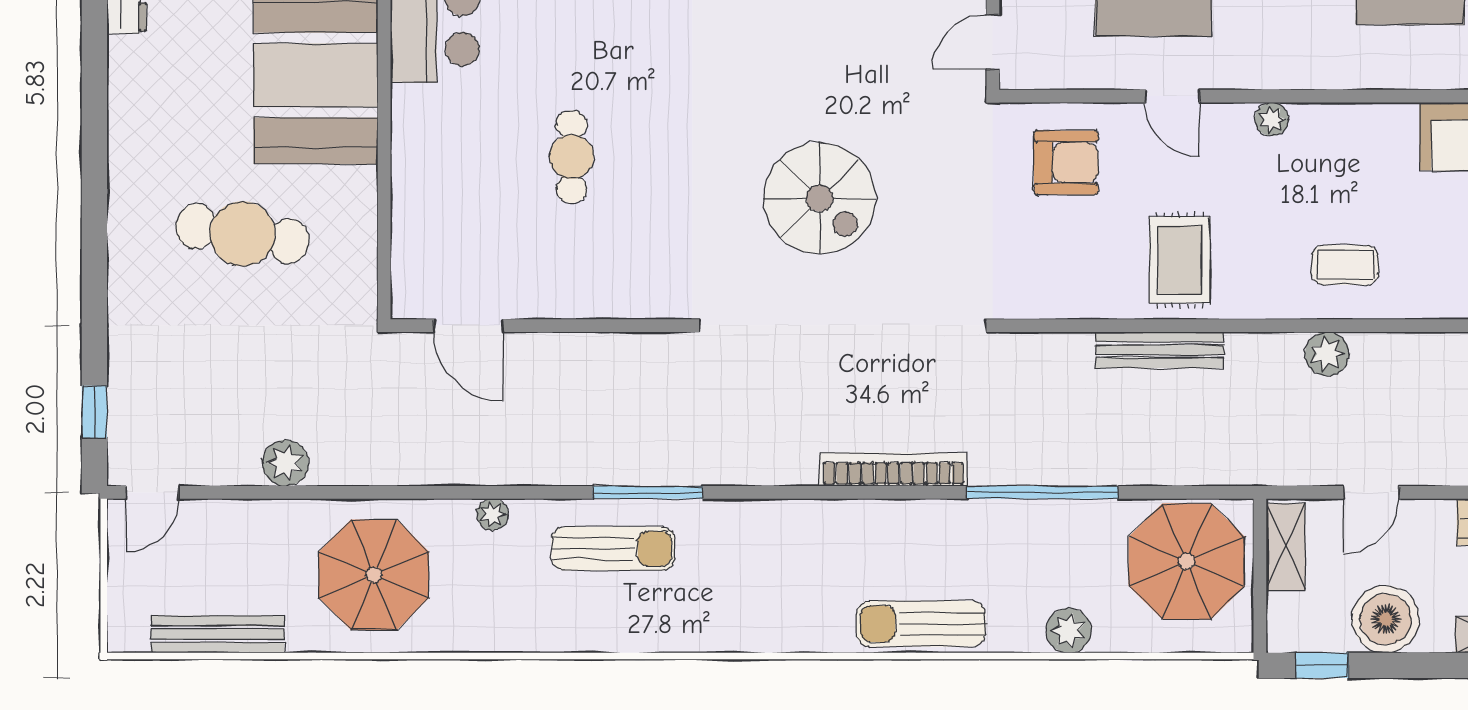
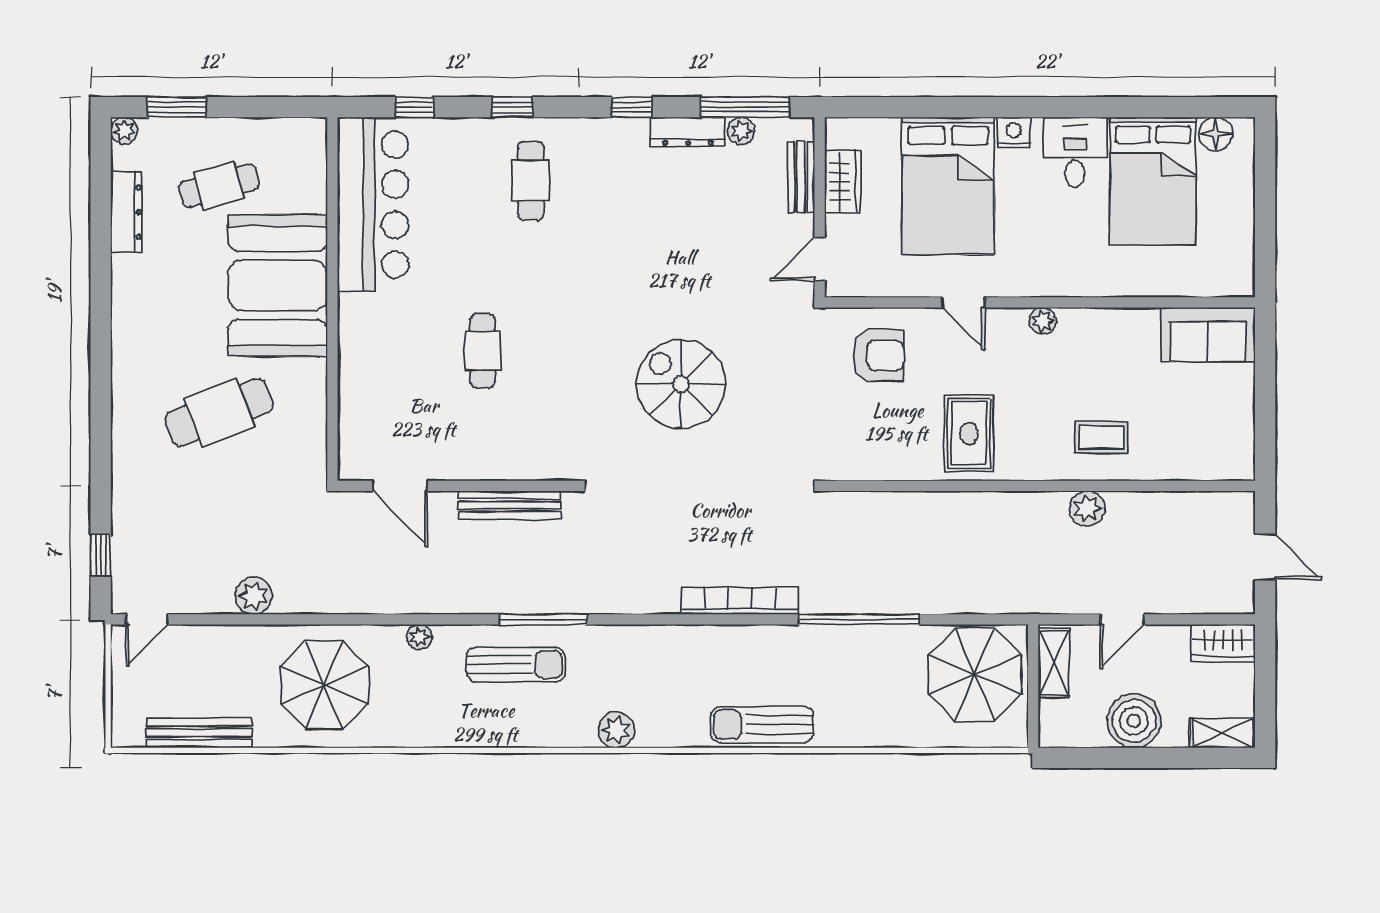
spiral stairs: (820, 198) -> (681, 384), turned 180
cafe table: (242, 234) -> (219, 412), turned -30
bench: (1160, 350) -> (510, 505), moved
plant: (1069, 631) -> (616, 730), moved
window: (1322, 665) -> (1083, 758), removed

